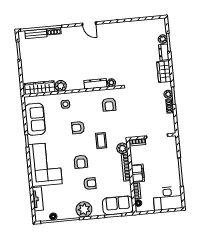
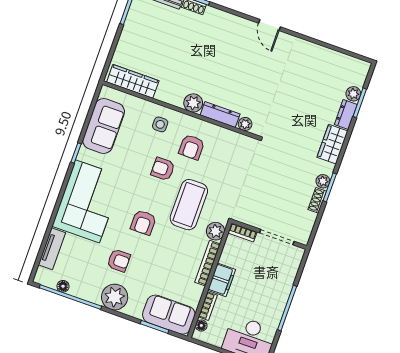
door: (89, 24) -> (269, 25), moved
plant: (61, 86) -> (193, 103), moved
armchair: (109, 105) -> (192, 147), moved
coffee table: (101, 141) -> (189, 205), width x1.86, depth x1.72
armchair: (90, 183) -> (119, 260), moved

